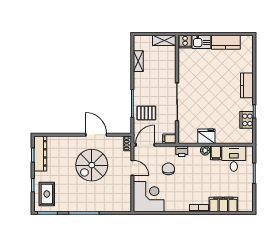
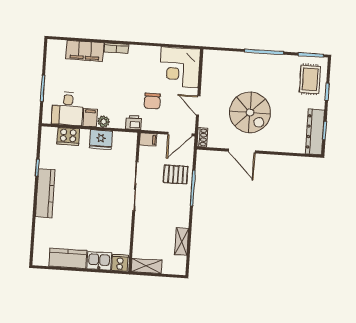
kitchen counter: (247, 85) -> (45, 193), width x1.50
cooker: (247, 120) -> (68, 136), moved, turned 90
spiral stairs: (92, 165) -> (250, 112), turned 90

